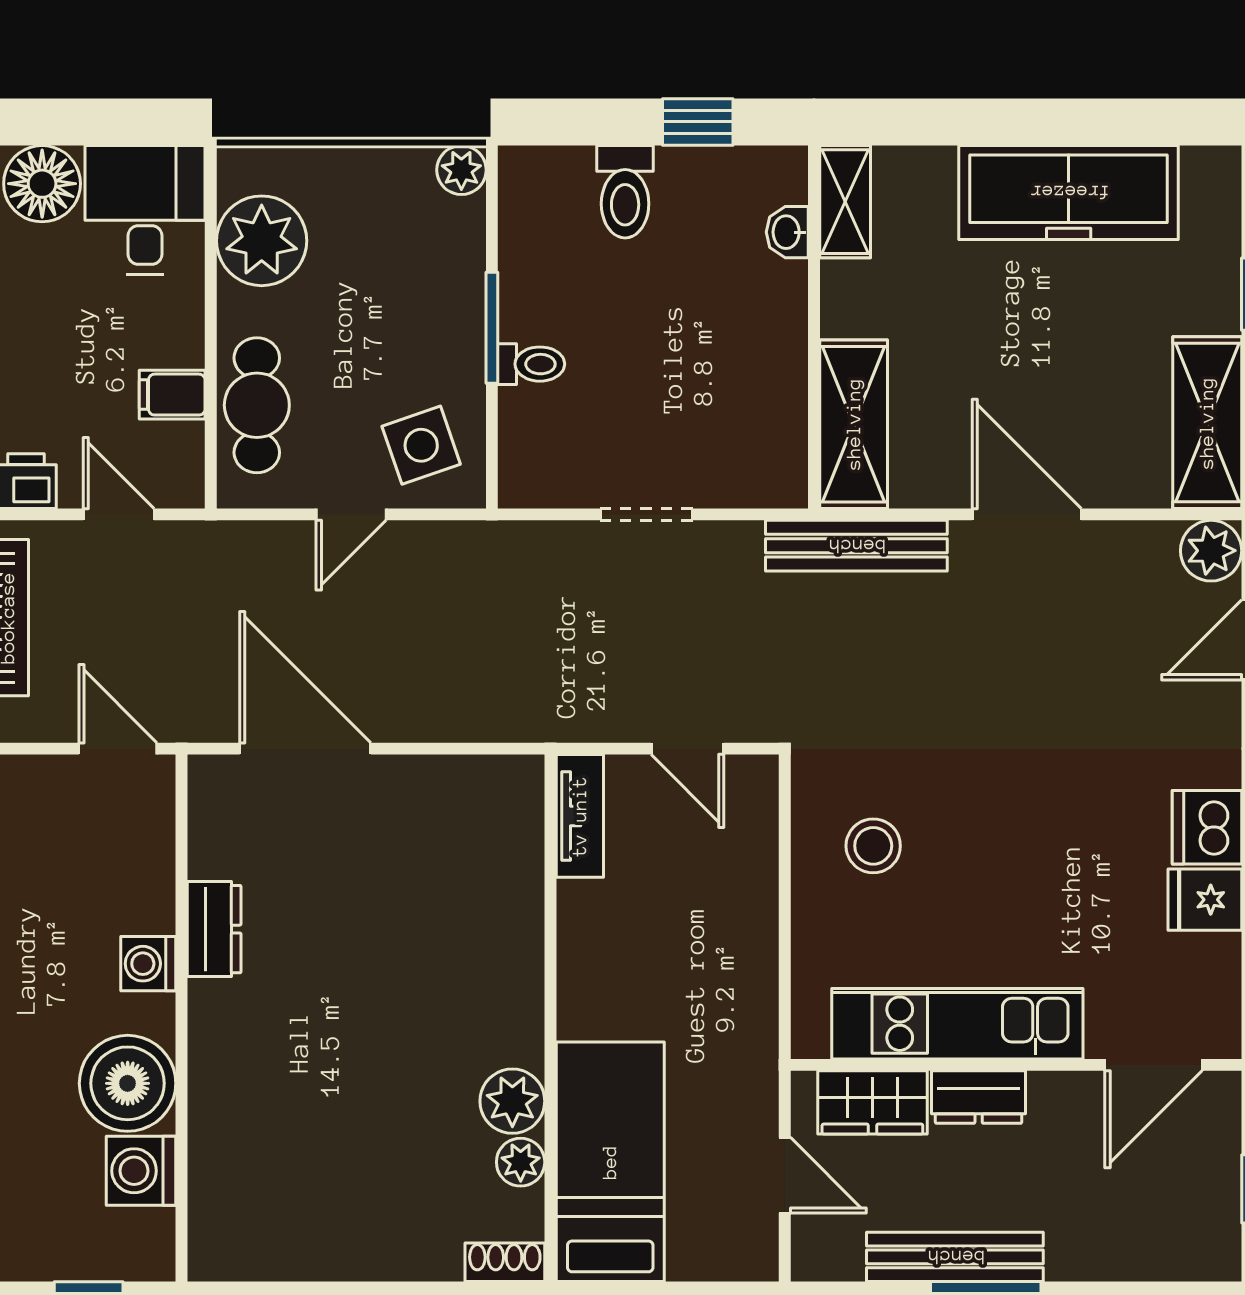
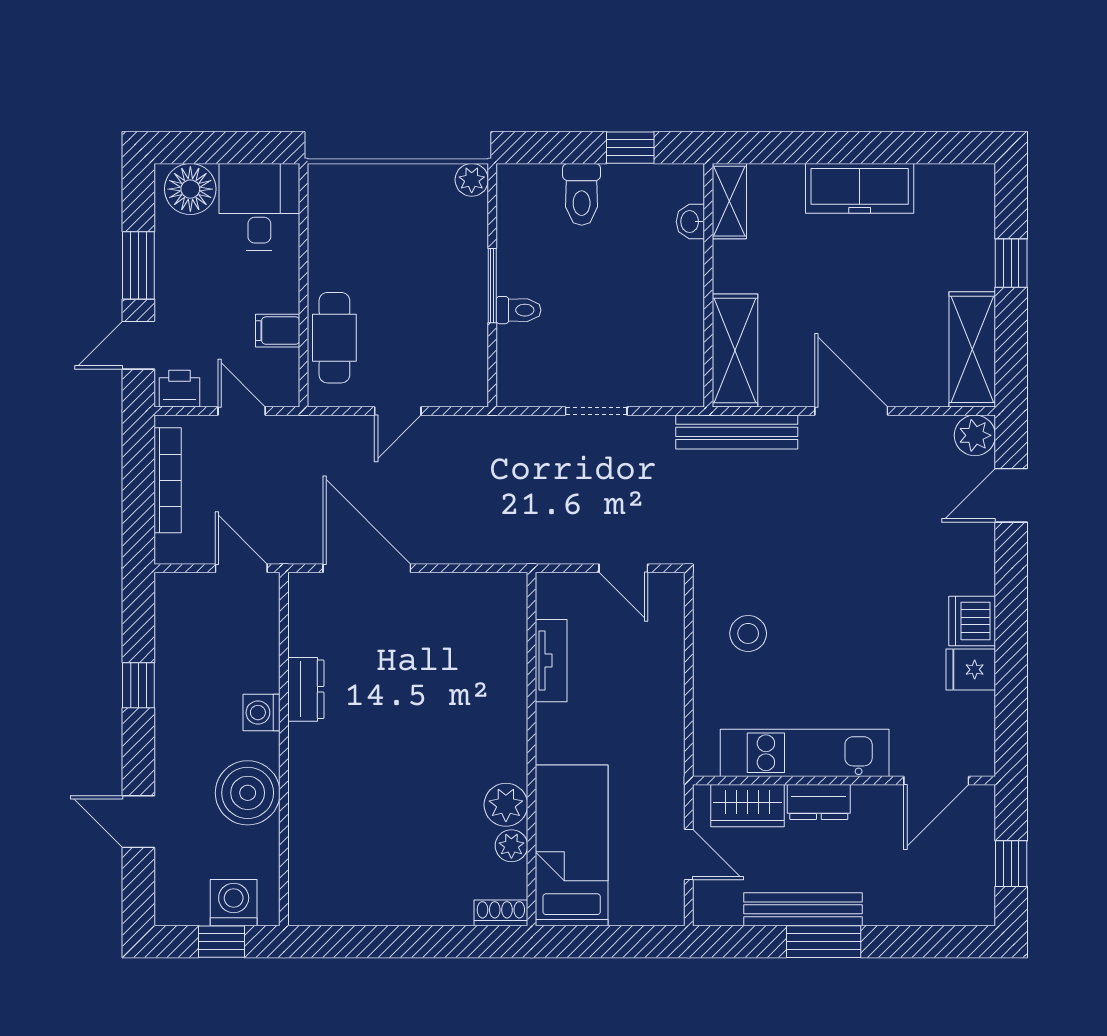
freezer: (1069, 192) -> (860, 188), width x0.73, depth x0.79
plant: (262, 241) -> (338, 227), removed
side table: (421, 445) -> (445, 365), removed
tv unit: (580, 816) -> (551, 661), moved
washing machine: (141, 1171) -> (234, 903), moved, turned 90

